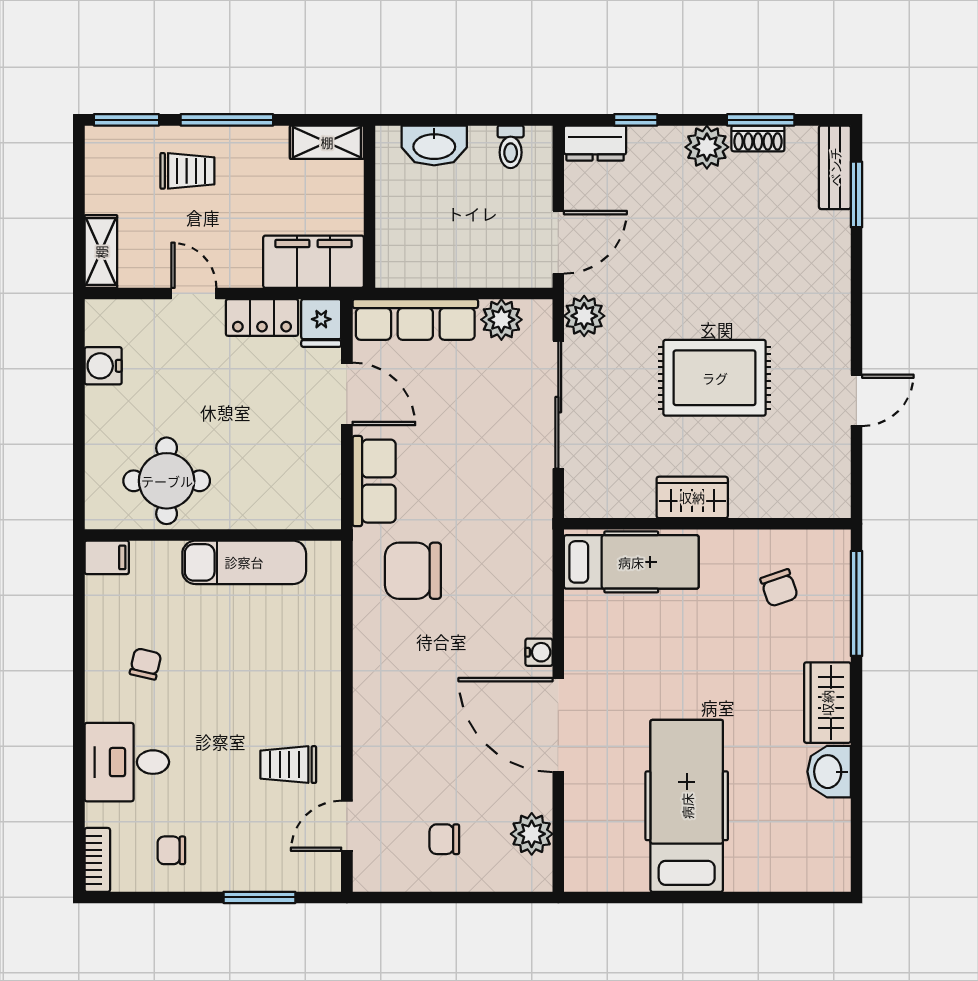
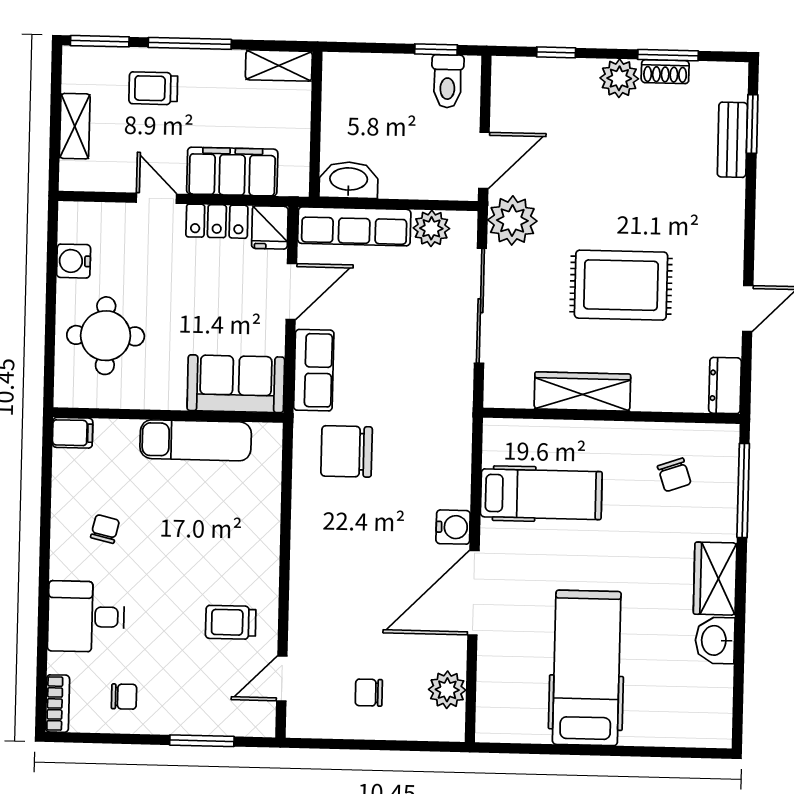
window: (502, 120) -> (436, 49), added
dresser: (595, 143) -> (725, 386), moved, turned 90
washbasin: (434, 145) -> (349, 180), moved, turned 180
toilet: (511, 147) -> (448, 81), width x1.37, depth x1.39
bench: (835, 167) -> (732, 140), moved
trolley: (187, 171) -> (153, 88), turned 180
shelving: (101, 252) -> (75, 126), moved
filing cabinet: (314, 262) -> (232, 172), moved
plant: (584, 316) -> (512, 220), width x1.36, depth x1.36
door: (347, 394) -> (291, 292), hinge flipped
round table: (167, 481) -> (106, 336), moved
wardrobe: (692, 497) -> (582, 391), width x1.50
sofa: (287, 498) -> (236, 384), added
hospital bed: (631, 562) -> (541, 494), moved
water cooler: (539, 652) -> (453, 527), width x1.38, depth x1.38
door: (558, 725) -> (473, 593), hinge flipped
chair: (171, 850) -> (124, 697), turned 180

